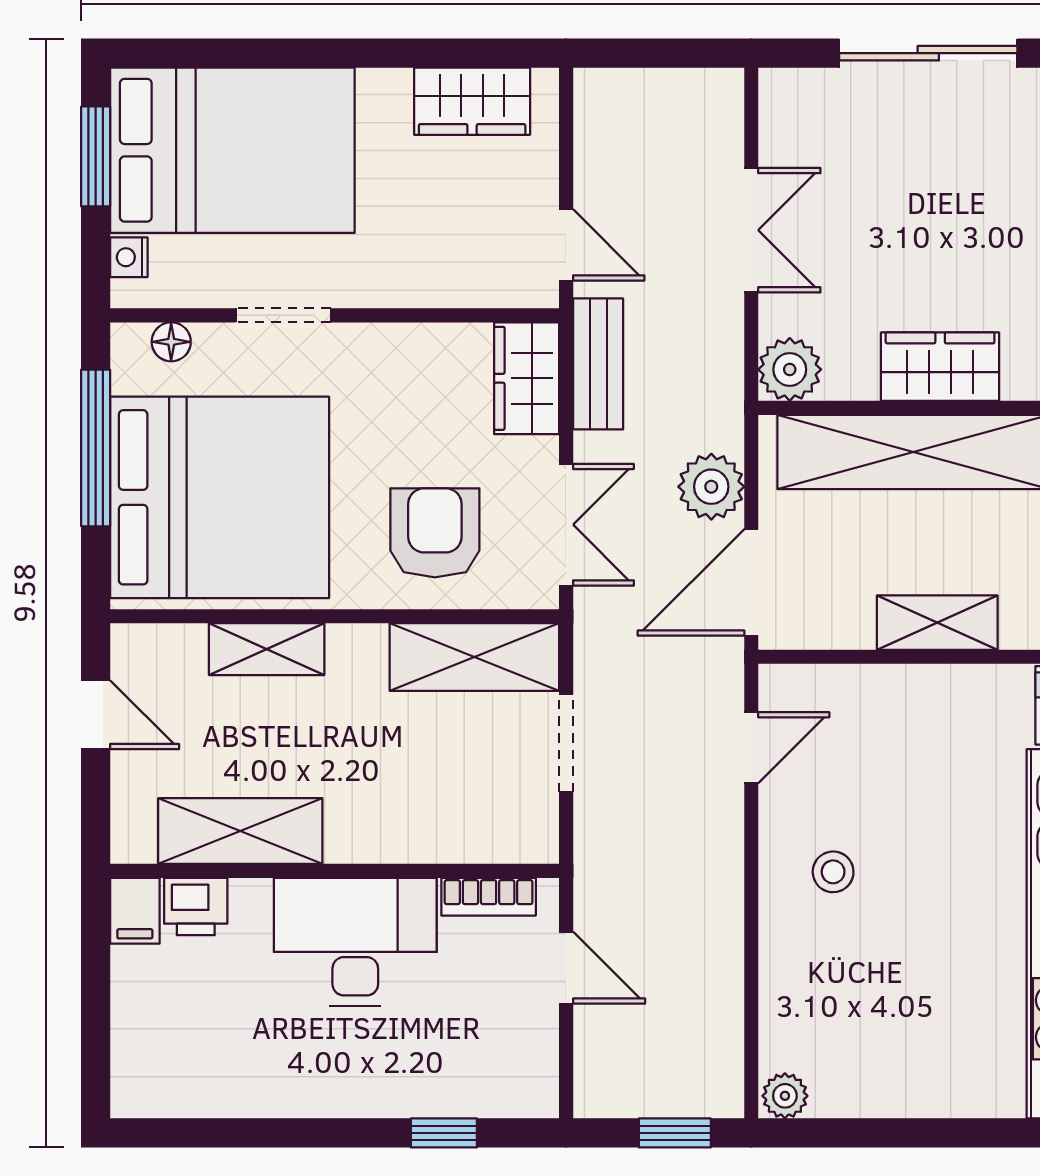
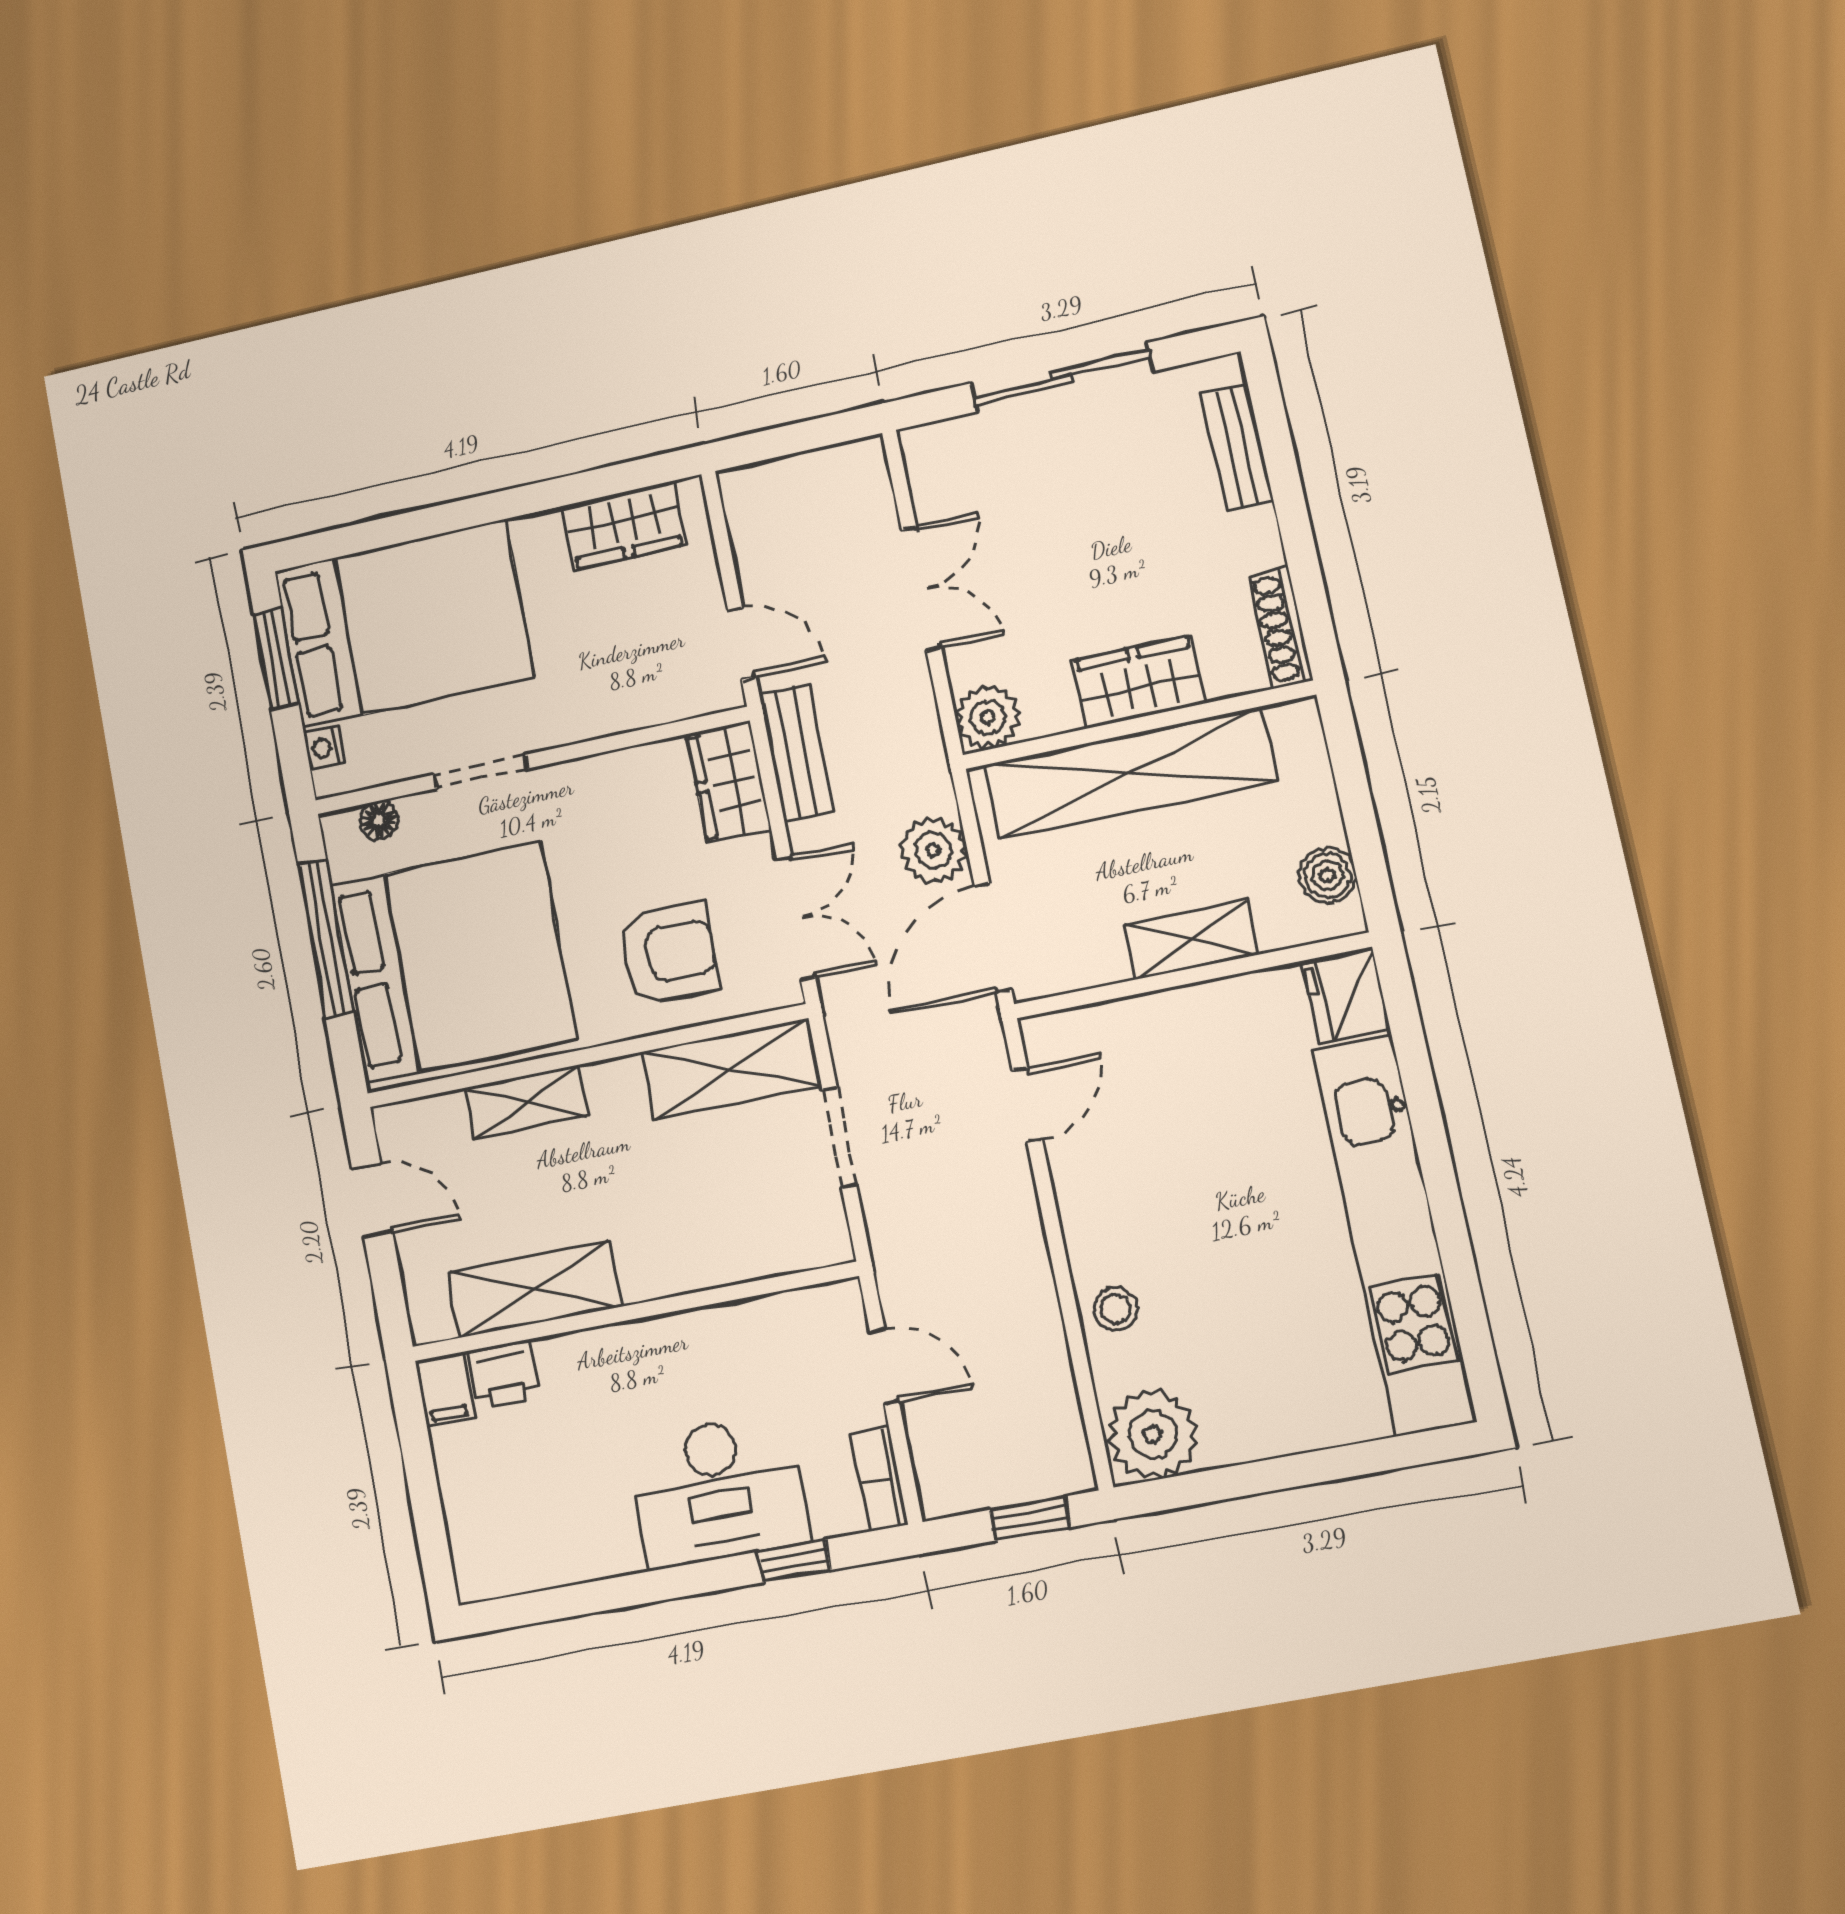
armchair: (435, 533) -> (668, 953), turned 90
stool: (833, 872) -> (1116, 1309), moved
bookcase: (489, 897) -> (879, 1479), moved, turned 90
desk: (355, 942) -> (718, 1491), moved, turned 180
plant: (785, 1096) -> (1153, 1434), width x1.87, depth x1.87

